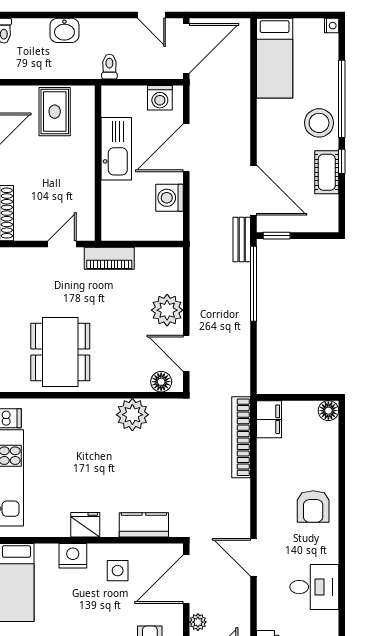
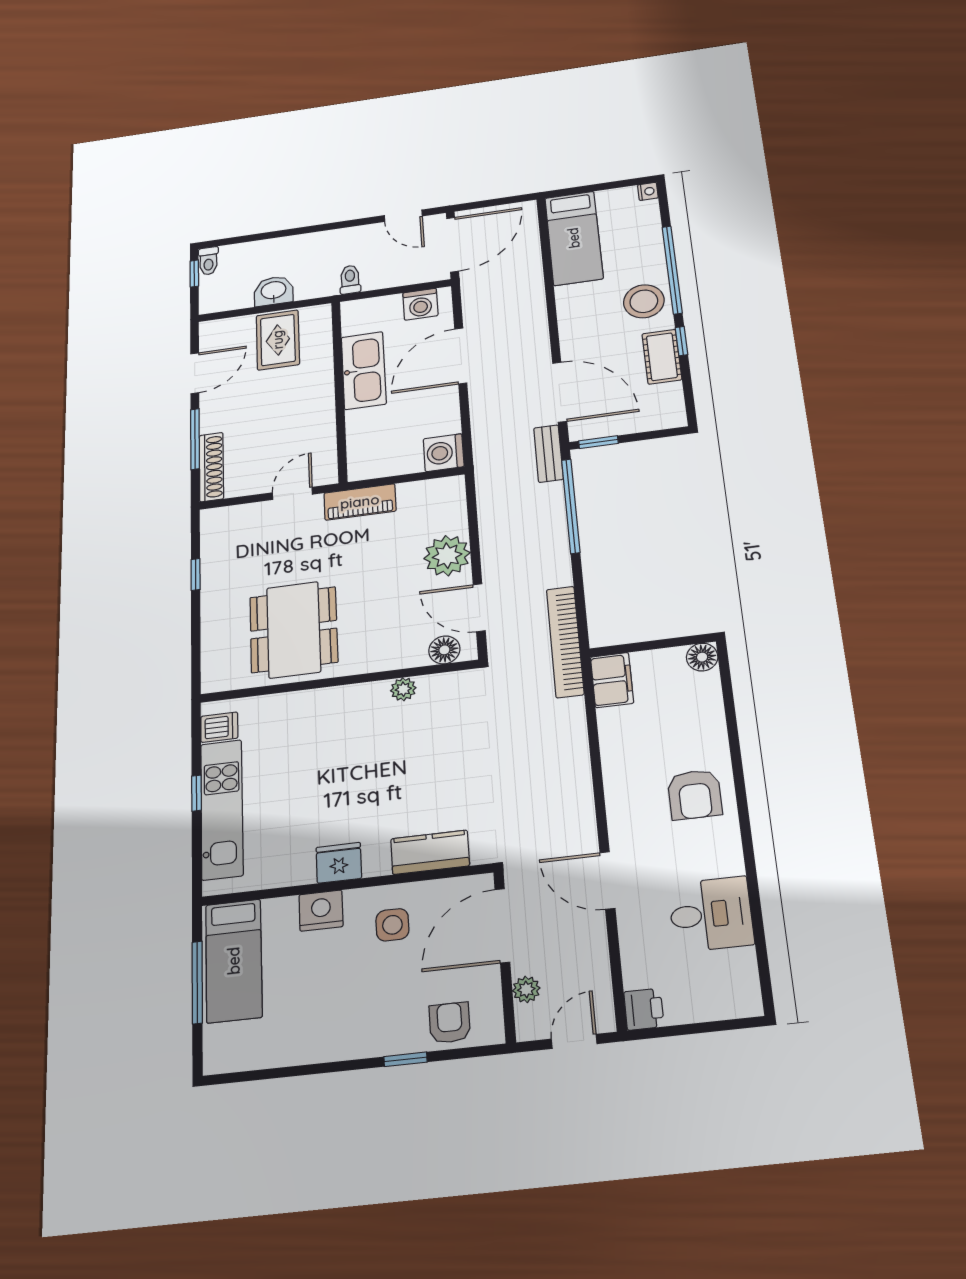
washbasin: (64, 30) -> (274, 291), moved, turned 180
washing machine: (169, 198) -> (444, 453), moved
plant: (132, 415) -> (403, 689), width x0.53, depth x0.53
bookcase: (241, 437) -> (565, 642), moved

